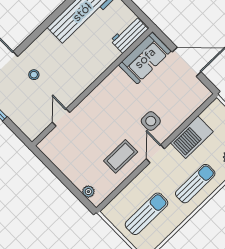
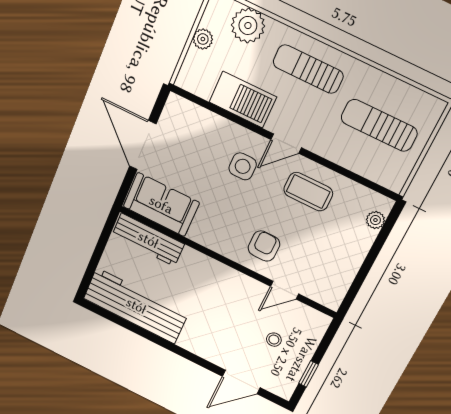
workbench: (129, 35) -> (148, 240), width x1.38
stool: (34, 75) -> (274, 340), moved
armchair: (95, 115) -> (264, 246), added

